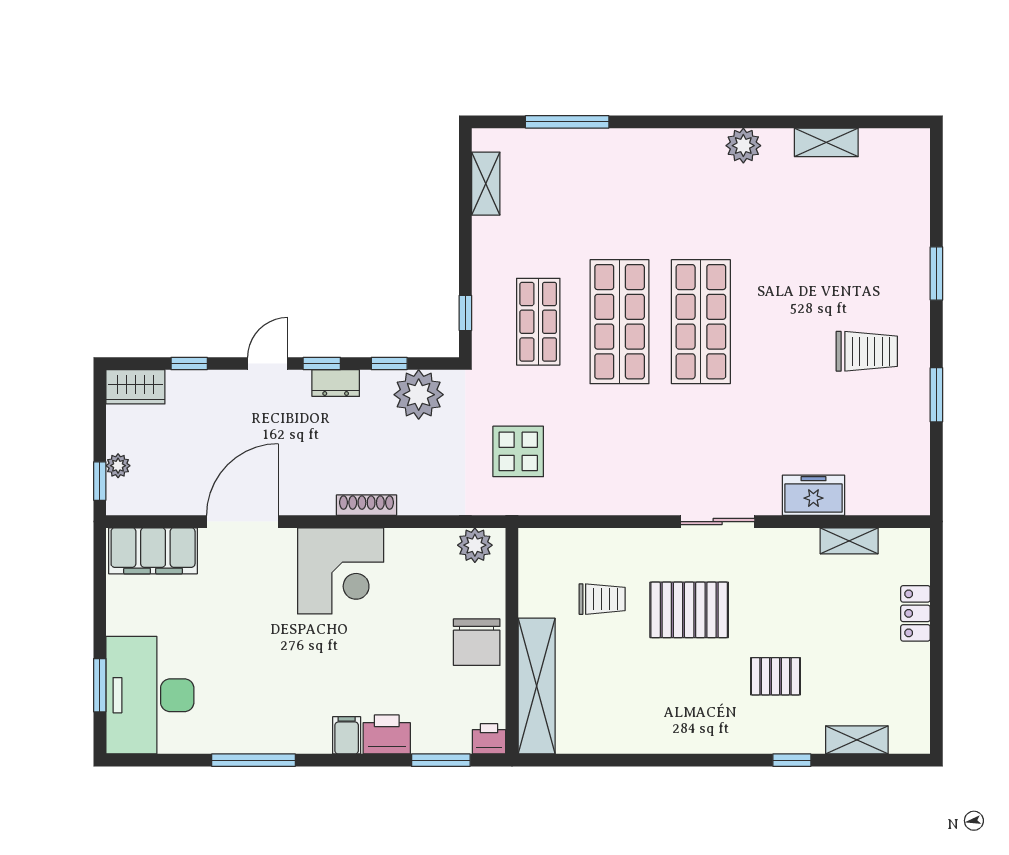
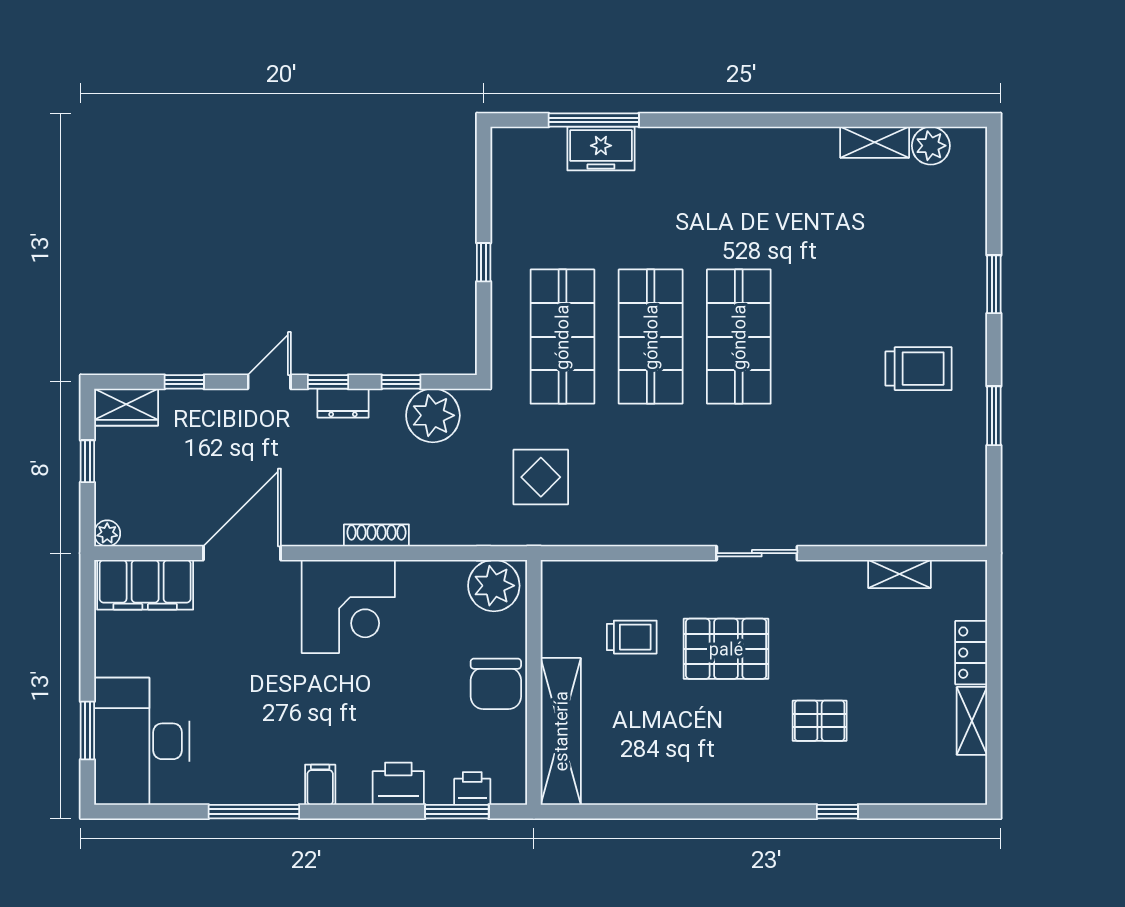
plant: (743, 146) -> (931, 146), moved
shelving: (486, 184) -> (506, 187), removed
window: (465, 313) -> (484, 262), moved
shop shelf: (538, 322) -> (562, 337), width x1.43, depth x1.36
plant: (118, 466) -> (107, 533), moved
window: (100, 481) -> (87, 461), moved
freezer: (813, 495) -> (601, 149), moved, turned 180
plant: (475, 545) -> (494, 586), width x1.36, depth x1.36
filing cabinet: (347, 735) -> (320, 785), moved
printer: (489, 739) -> (472, 788), moved
shelving: (857, 740) -> (972, 721), moved, turned 90

